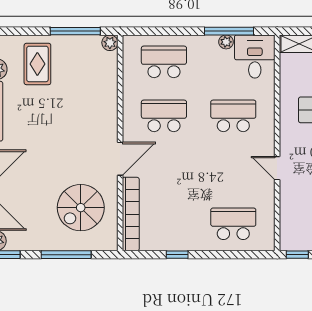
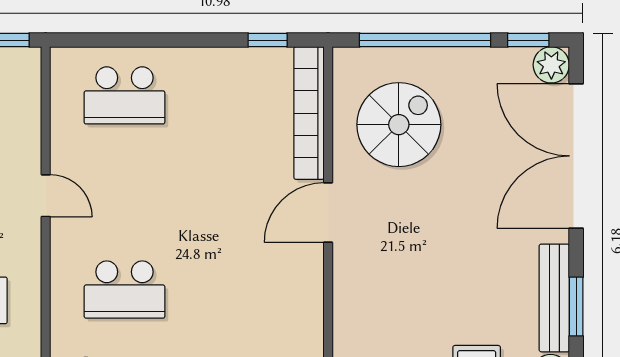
school desk: (164, 116) -> (249, 290), removed
window: (66, 255) -> (425, 40), width x1.46
window: (177, 255) -> (268, 40), moved

